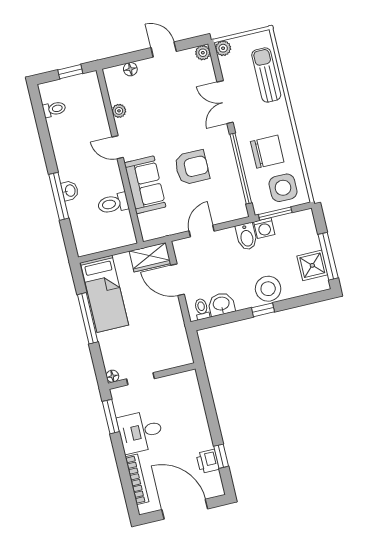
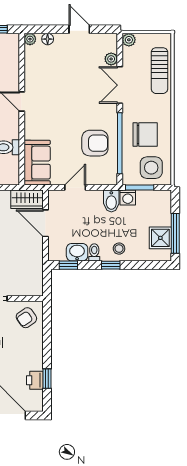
plant: (203, 53) -> (111, 59), moved
sun lounger: (266, 75) -> (159, 71), turned 180
plant: (119, 111) -> (30, 39), moved
armchair: (192, 167) -> (95, 143), moved
sofa: (145, 185) -> (37, 163), moved
stool: (268, 289) -> (119, 249), width x0.53, depth x0.53
toilet: (202, 309) -> (94, 252), moved
window: (215, 321) -> (68, 265), added
armchair: (181, 392) -> (26, 318), added

